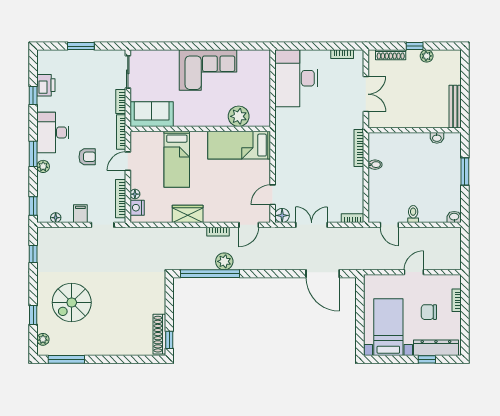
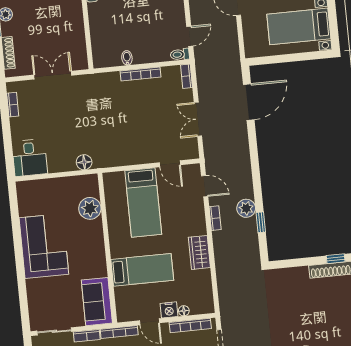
desk: (296, 78) -> (30, 158), width x0.53, depth x0.77
bed: (239, 145) -> (143, 203), moved
bookcase: (359, 148) -> (141, 74), moved
nightstand: (137, 208) -> (169, 310), moved
toilet: (413, 214) -> (180, 54), moved
floor lamp: (282, 215) -> (84, 162), moved
window: (210, 274) -> (261, 222), width x0.32

